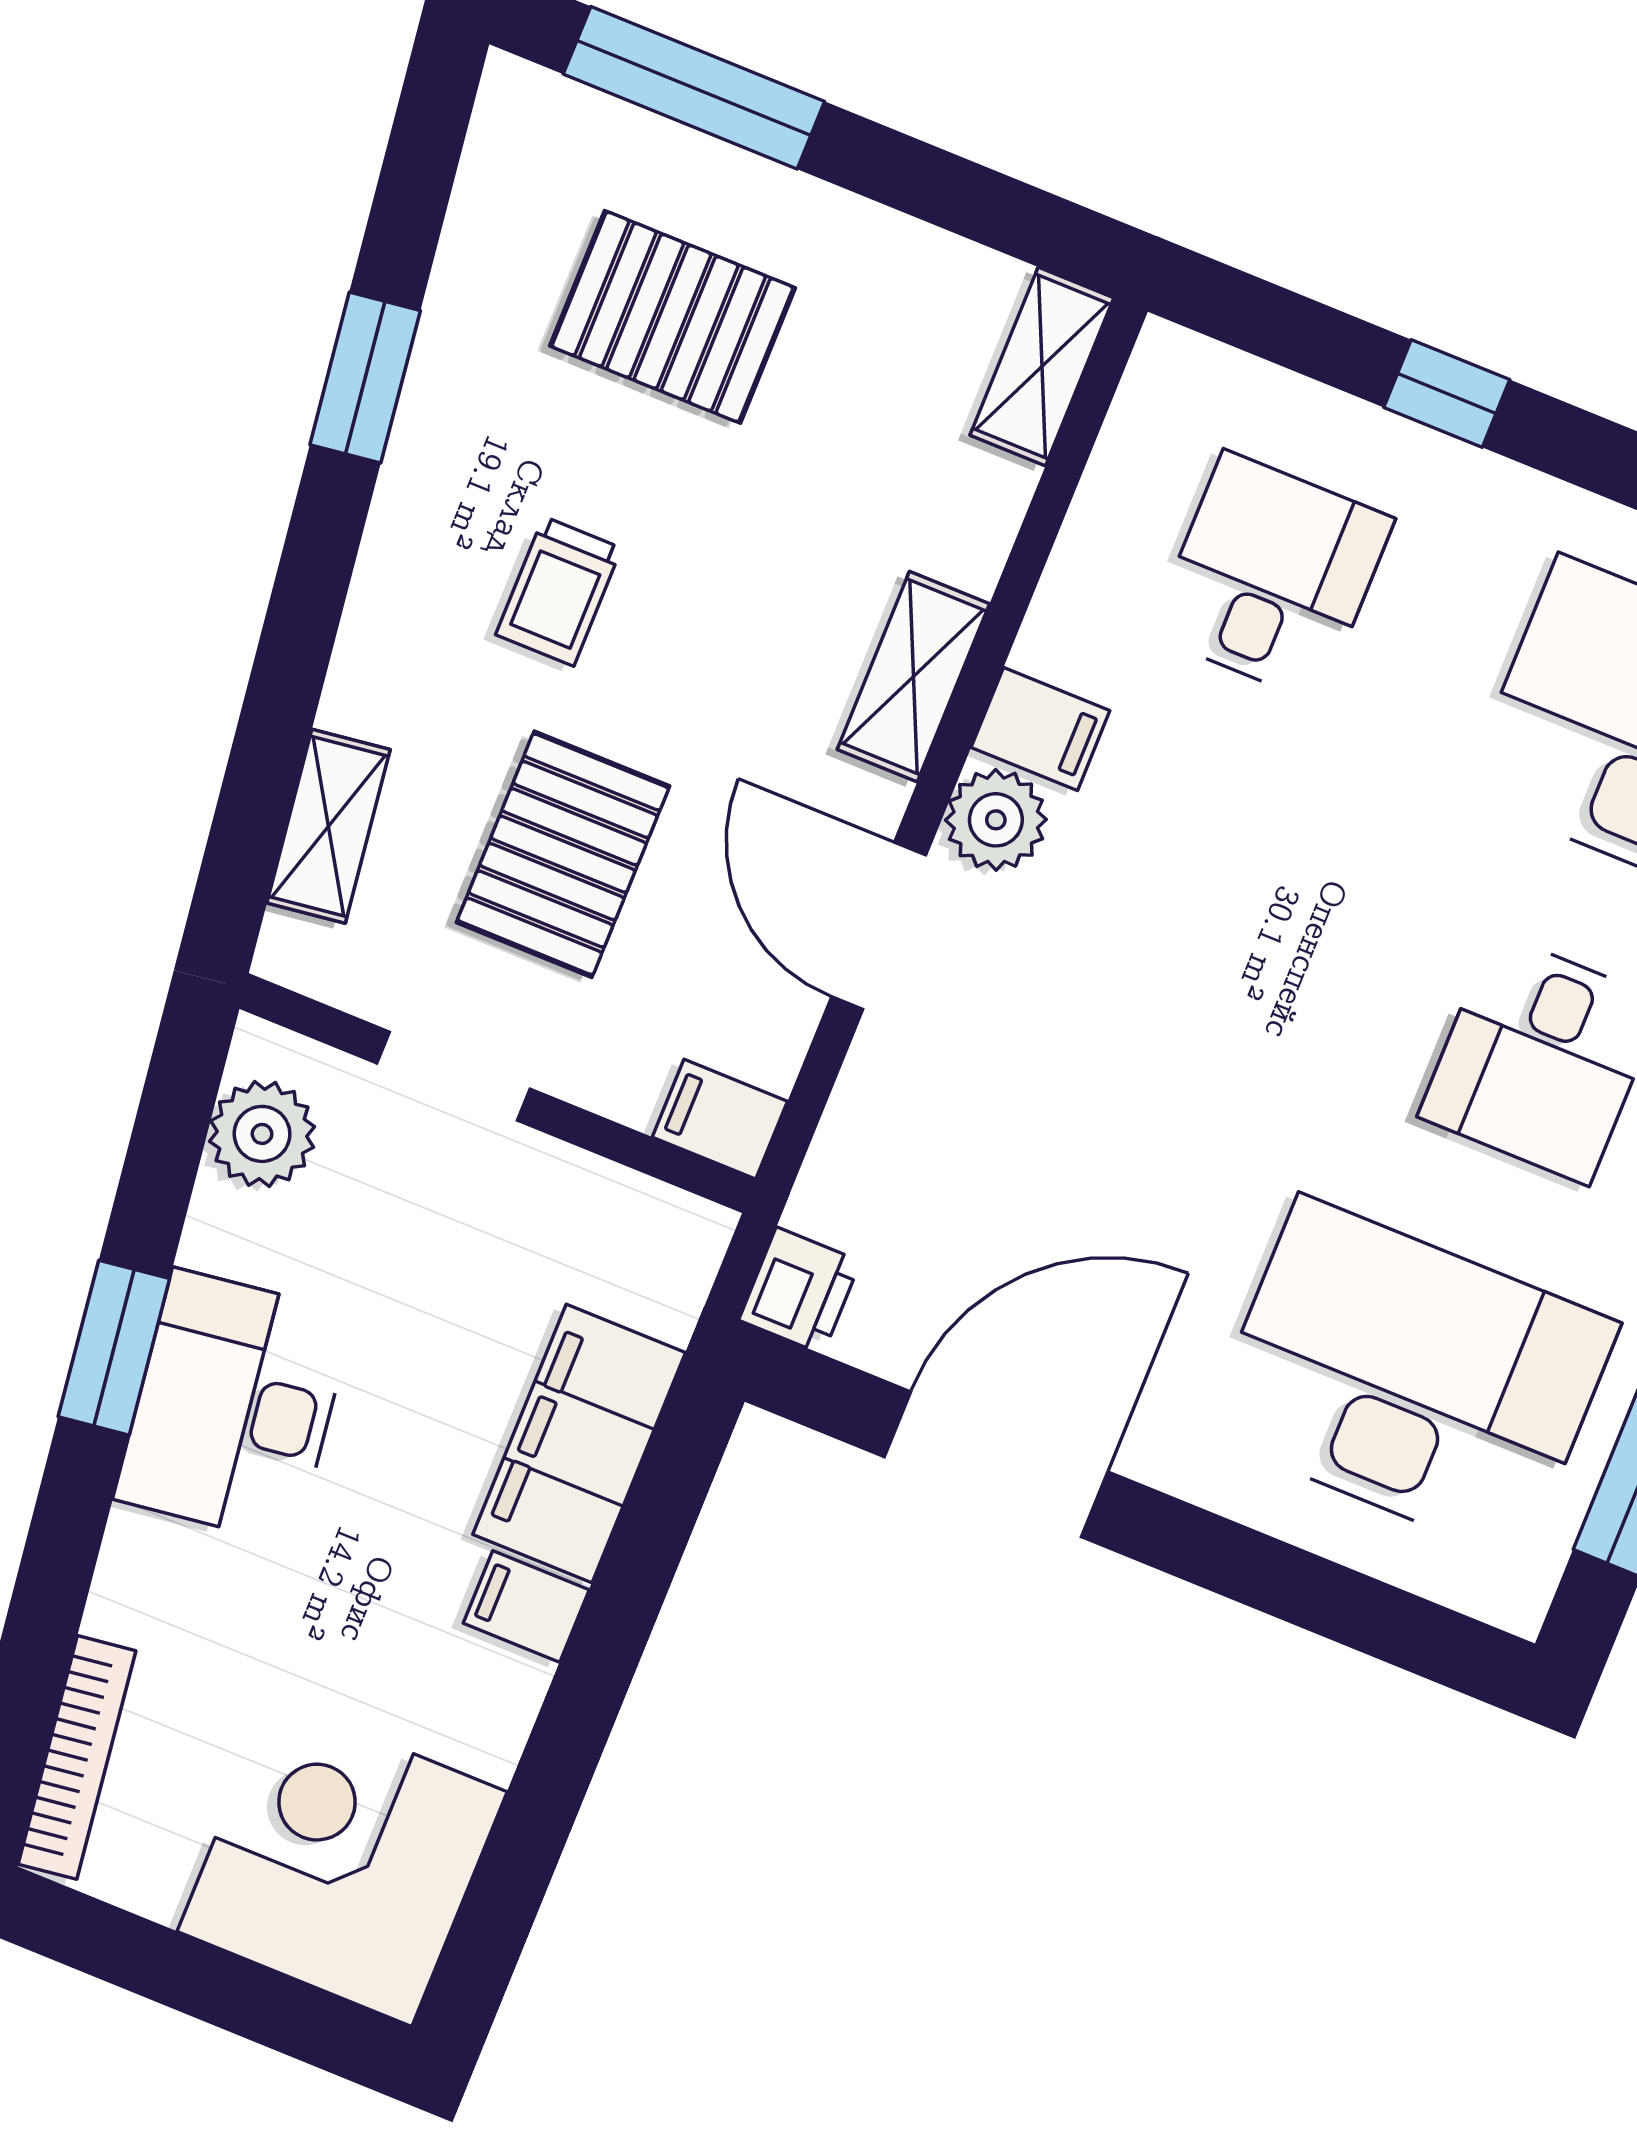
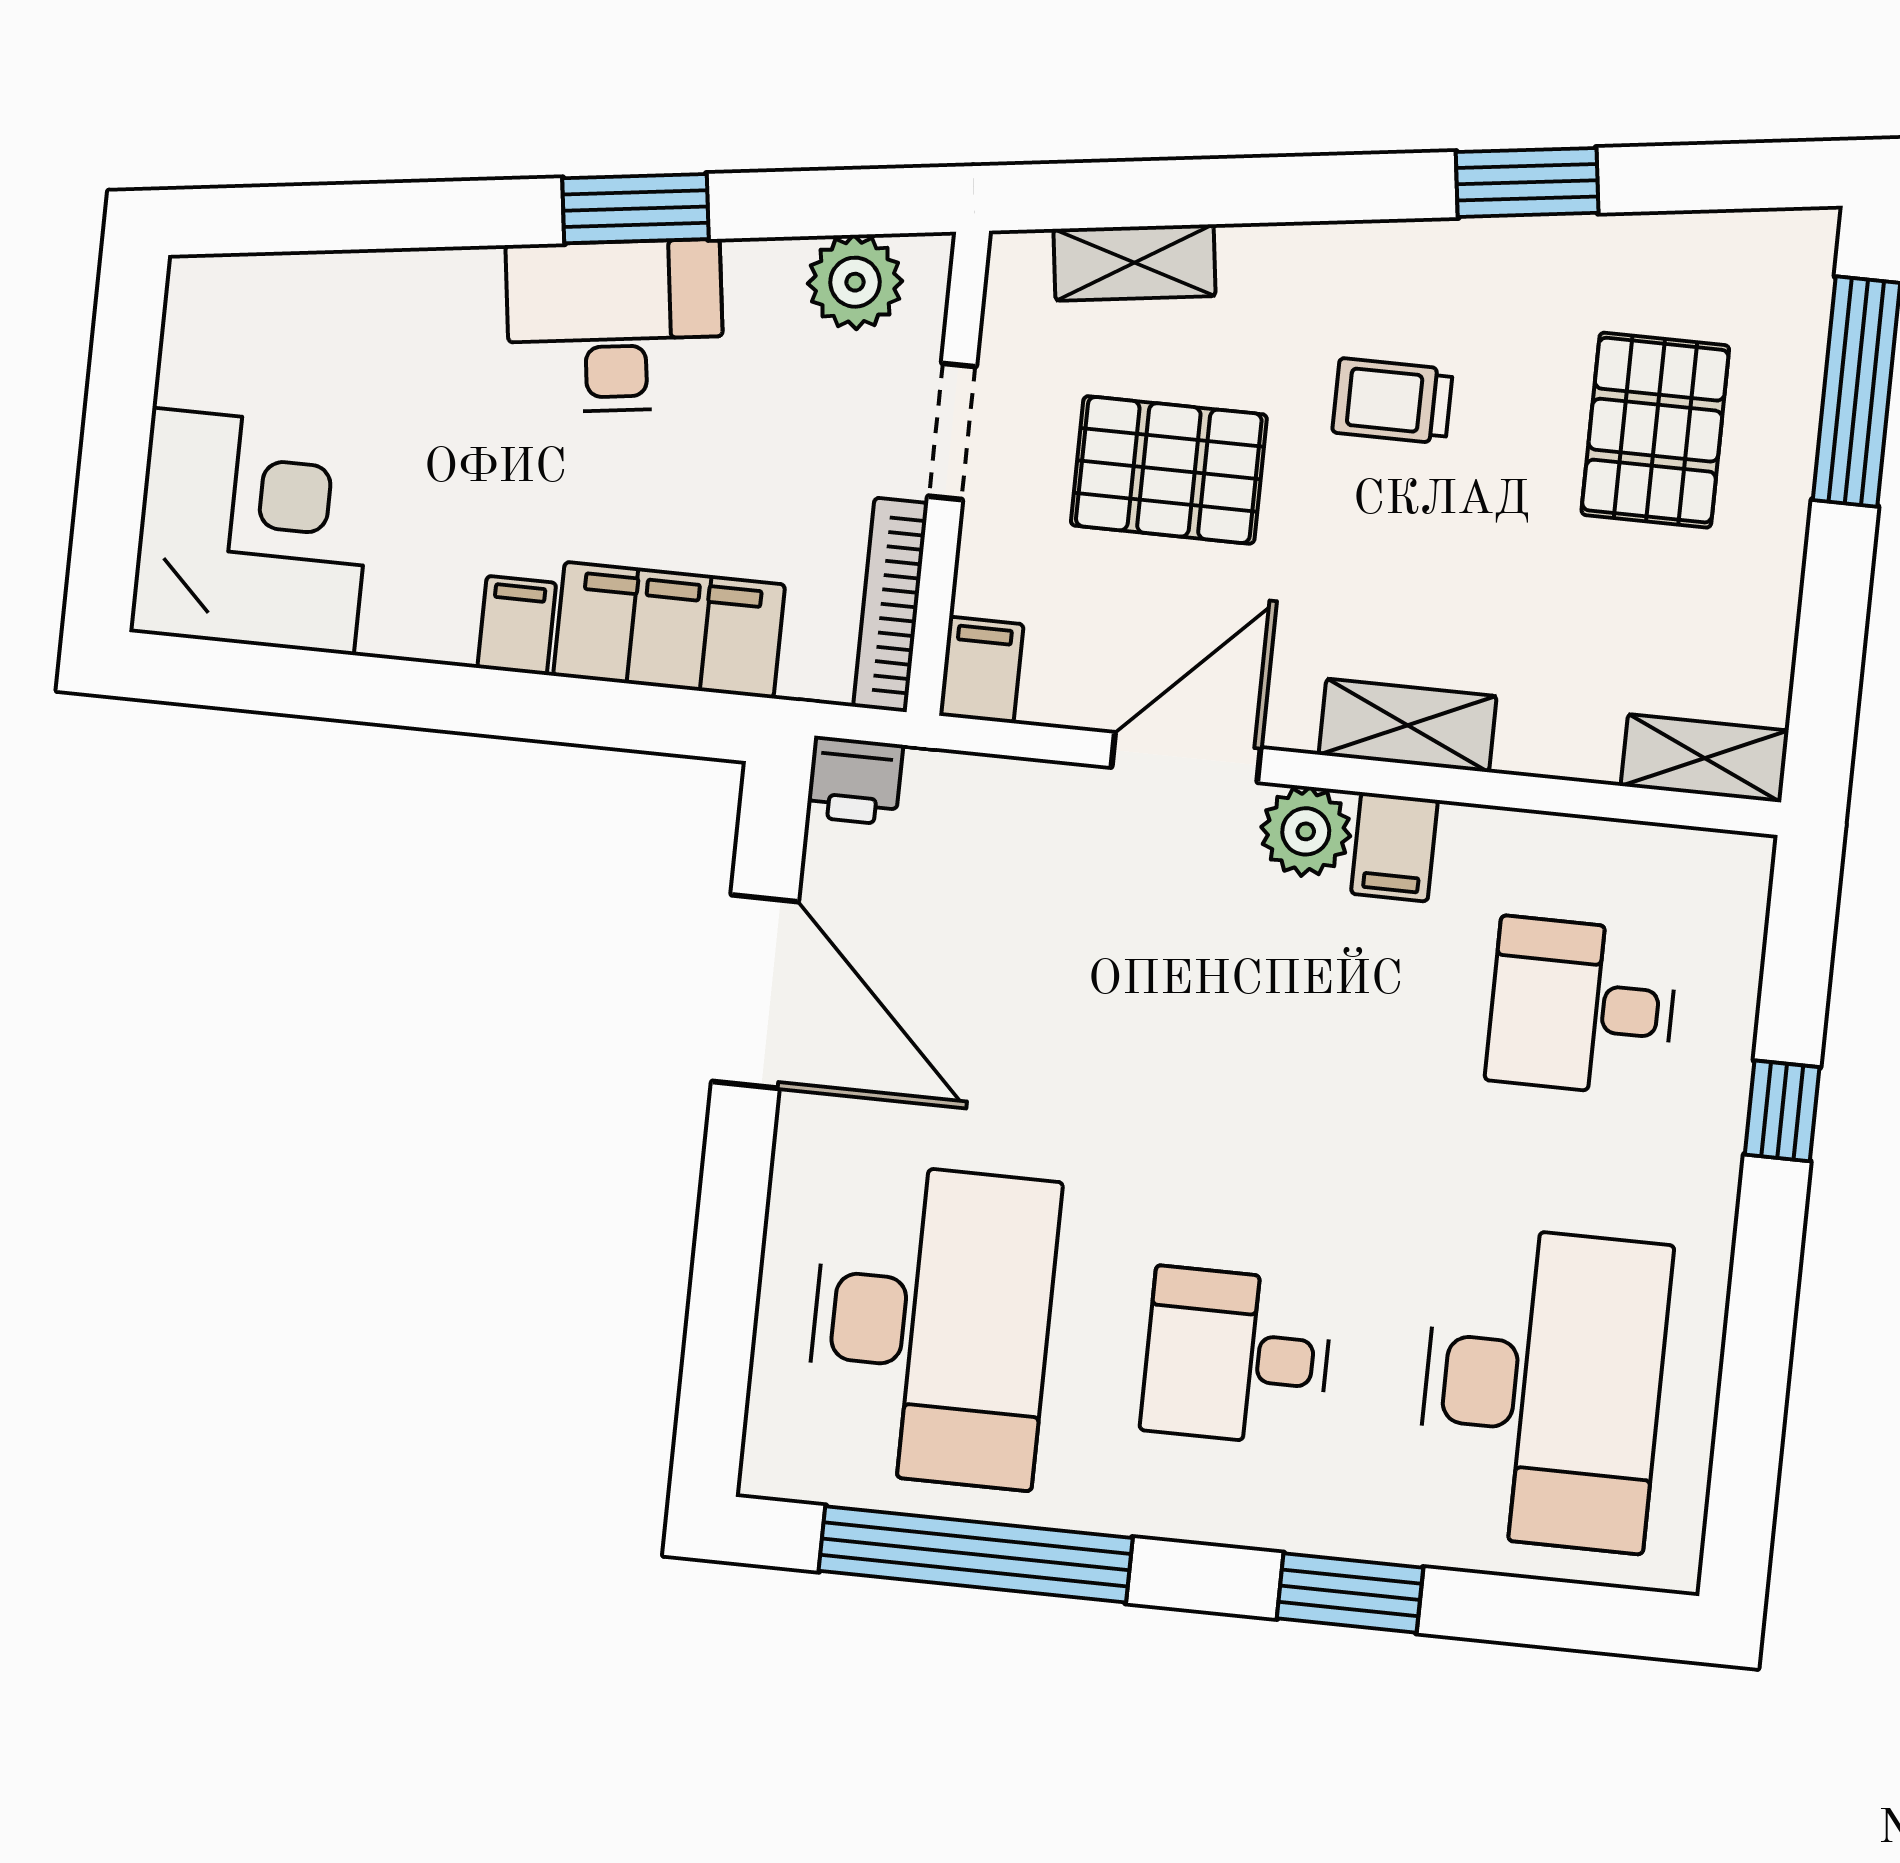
desk: (1272, 577) -> (1582, 1007), turned 180
bookcase: (77, 1757) -> (891, 605), moved, turned 98

